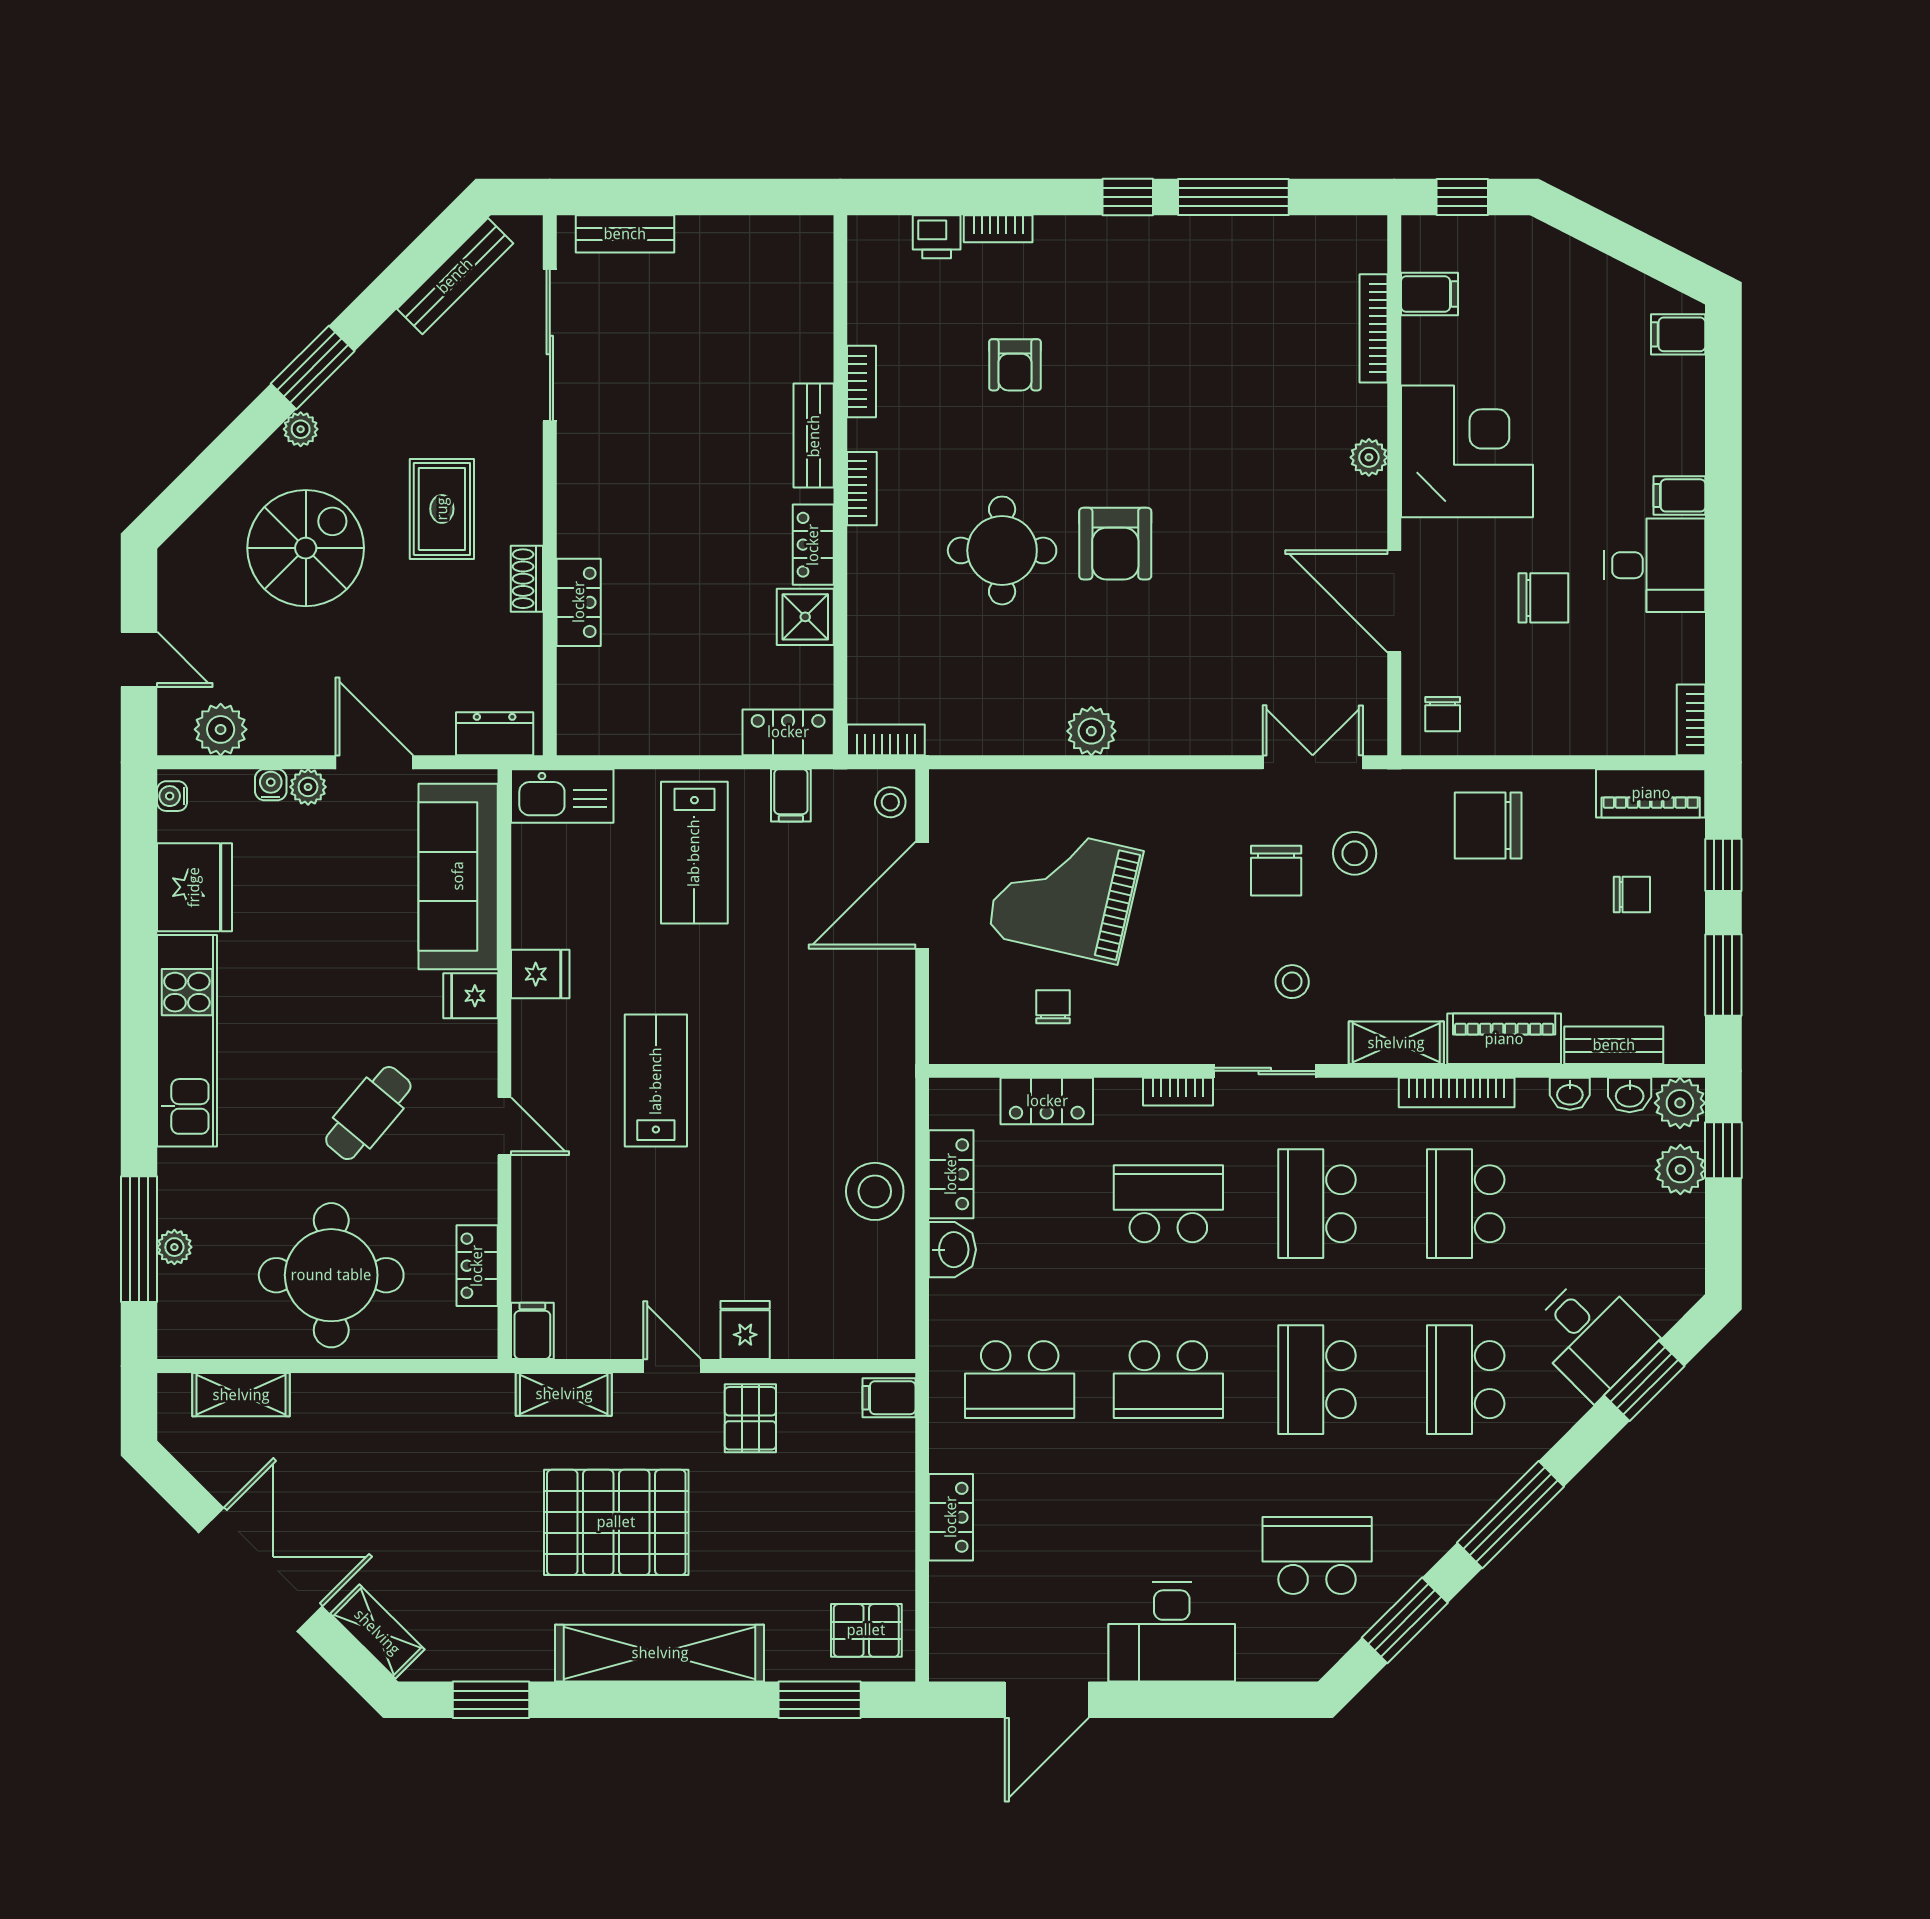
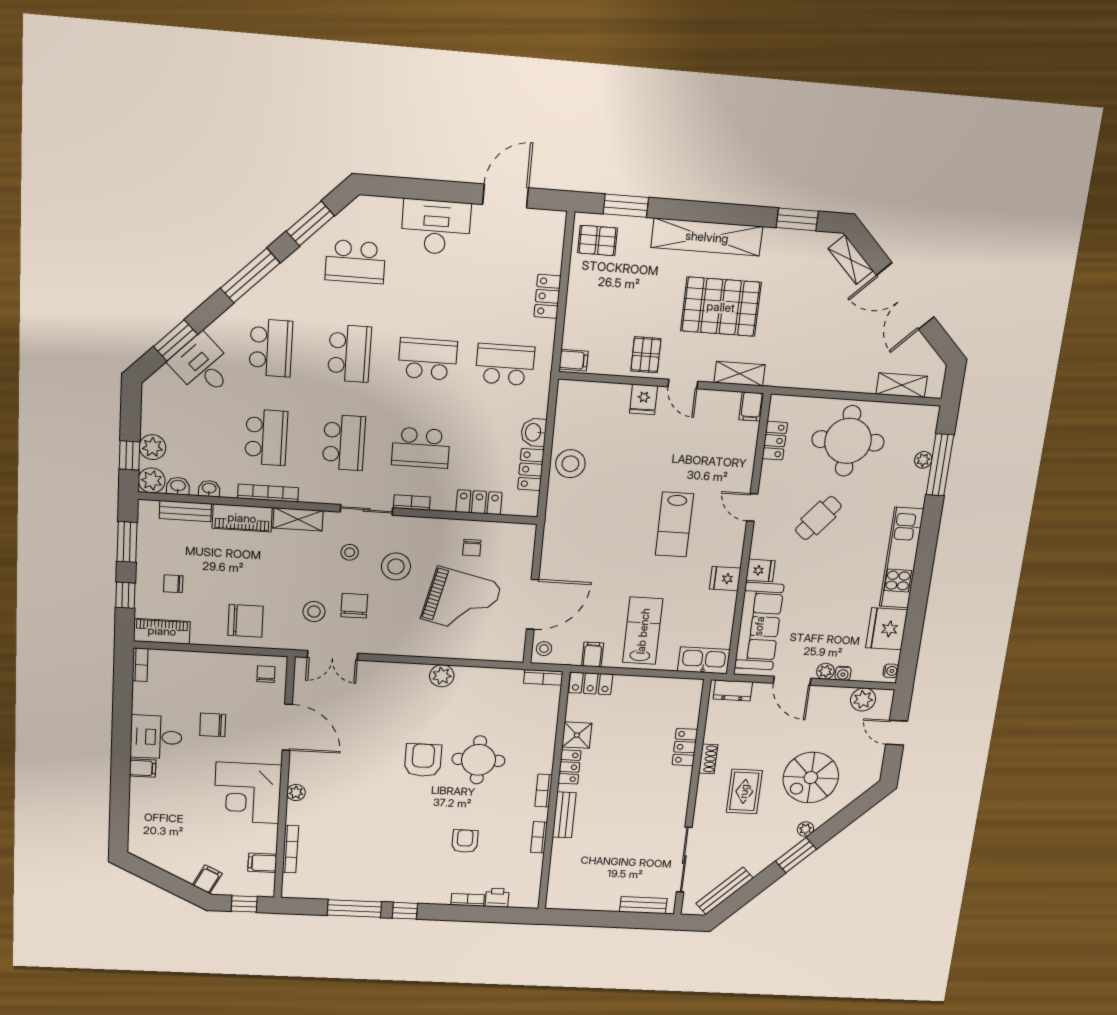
filing cabinet: (1678, 334) -> (207, 879), moved, turned -63
stool: (1200, 958) -> (396, 566), added

